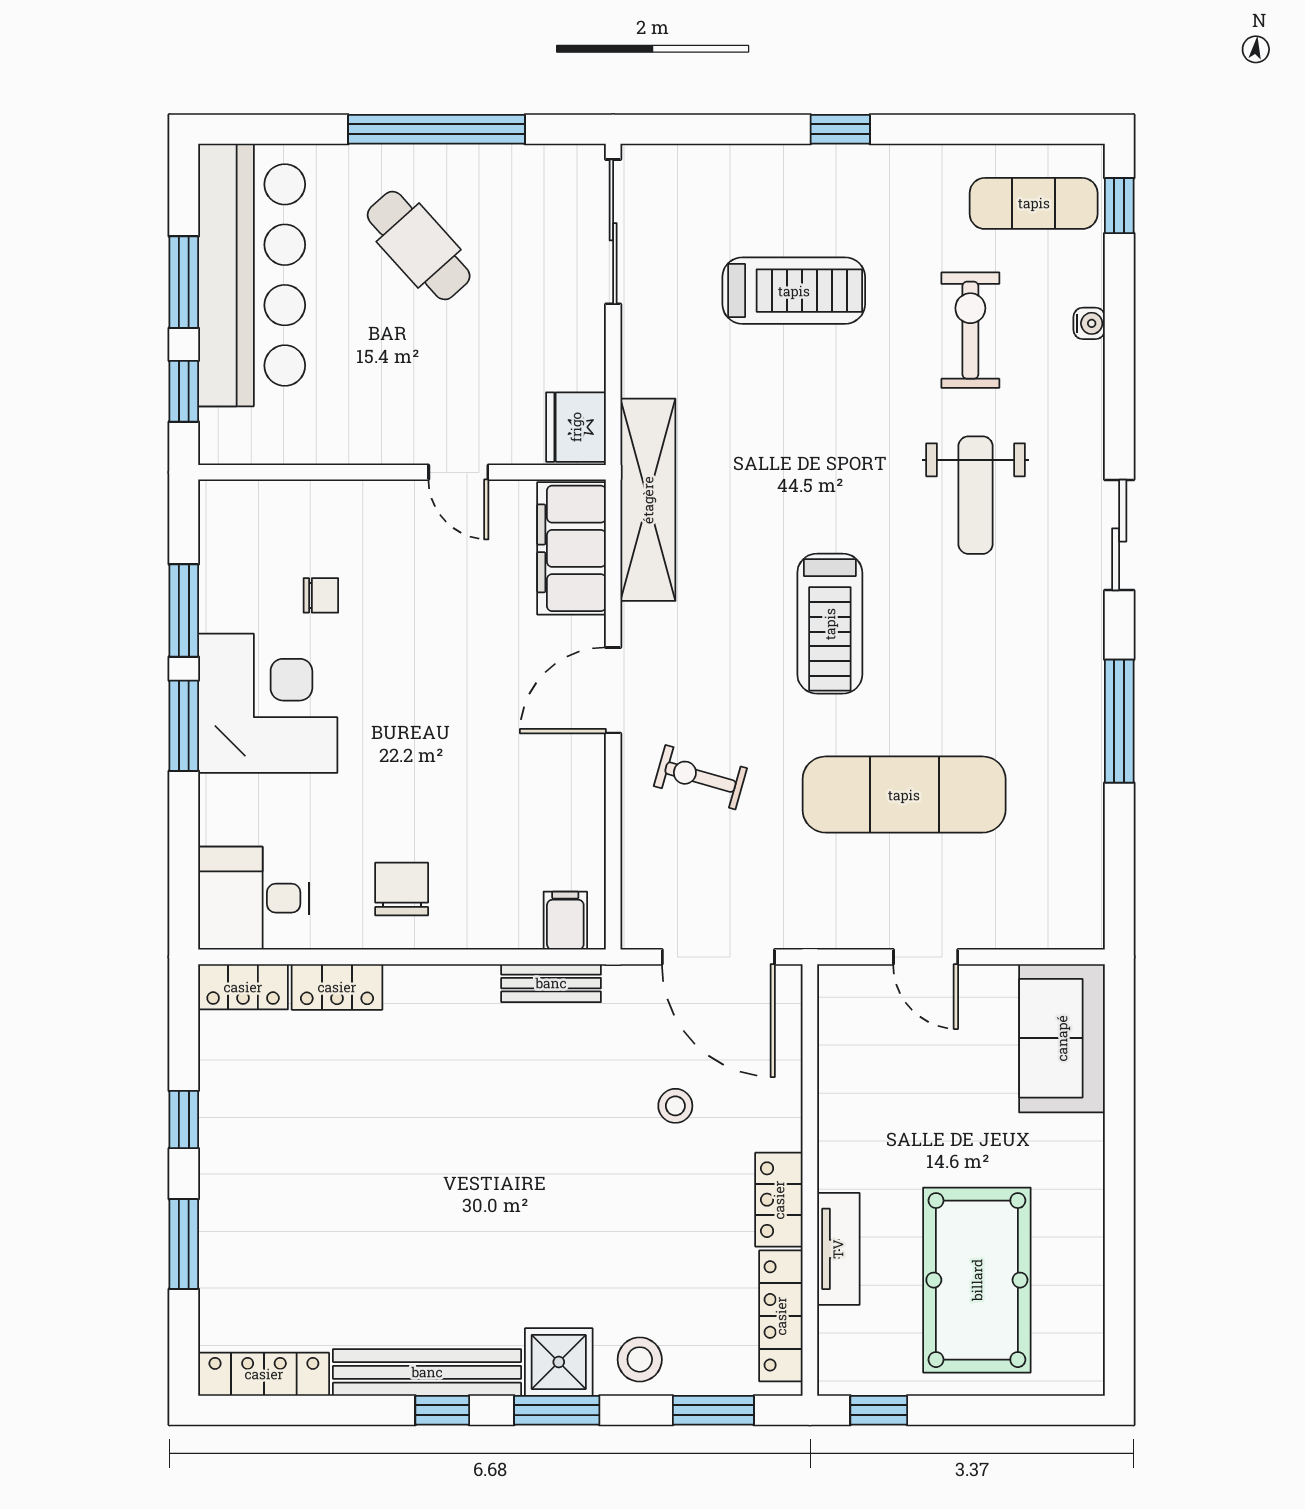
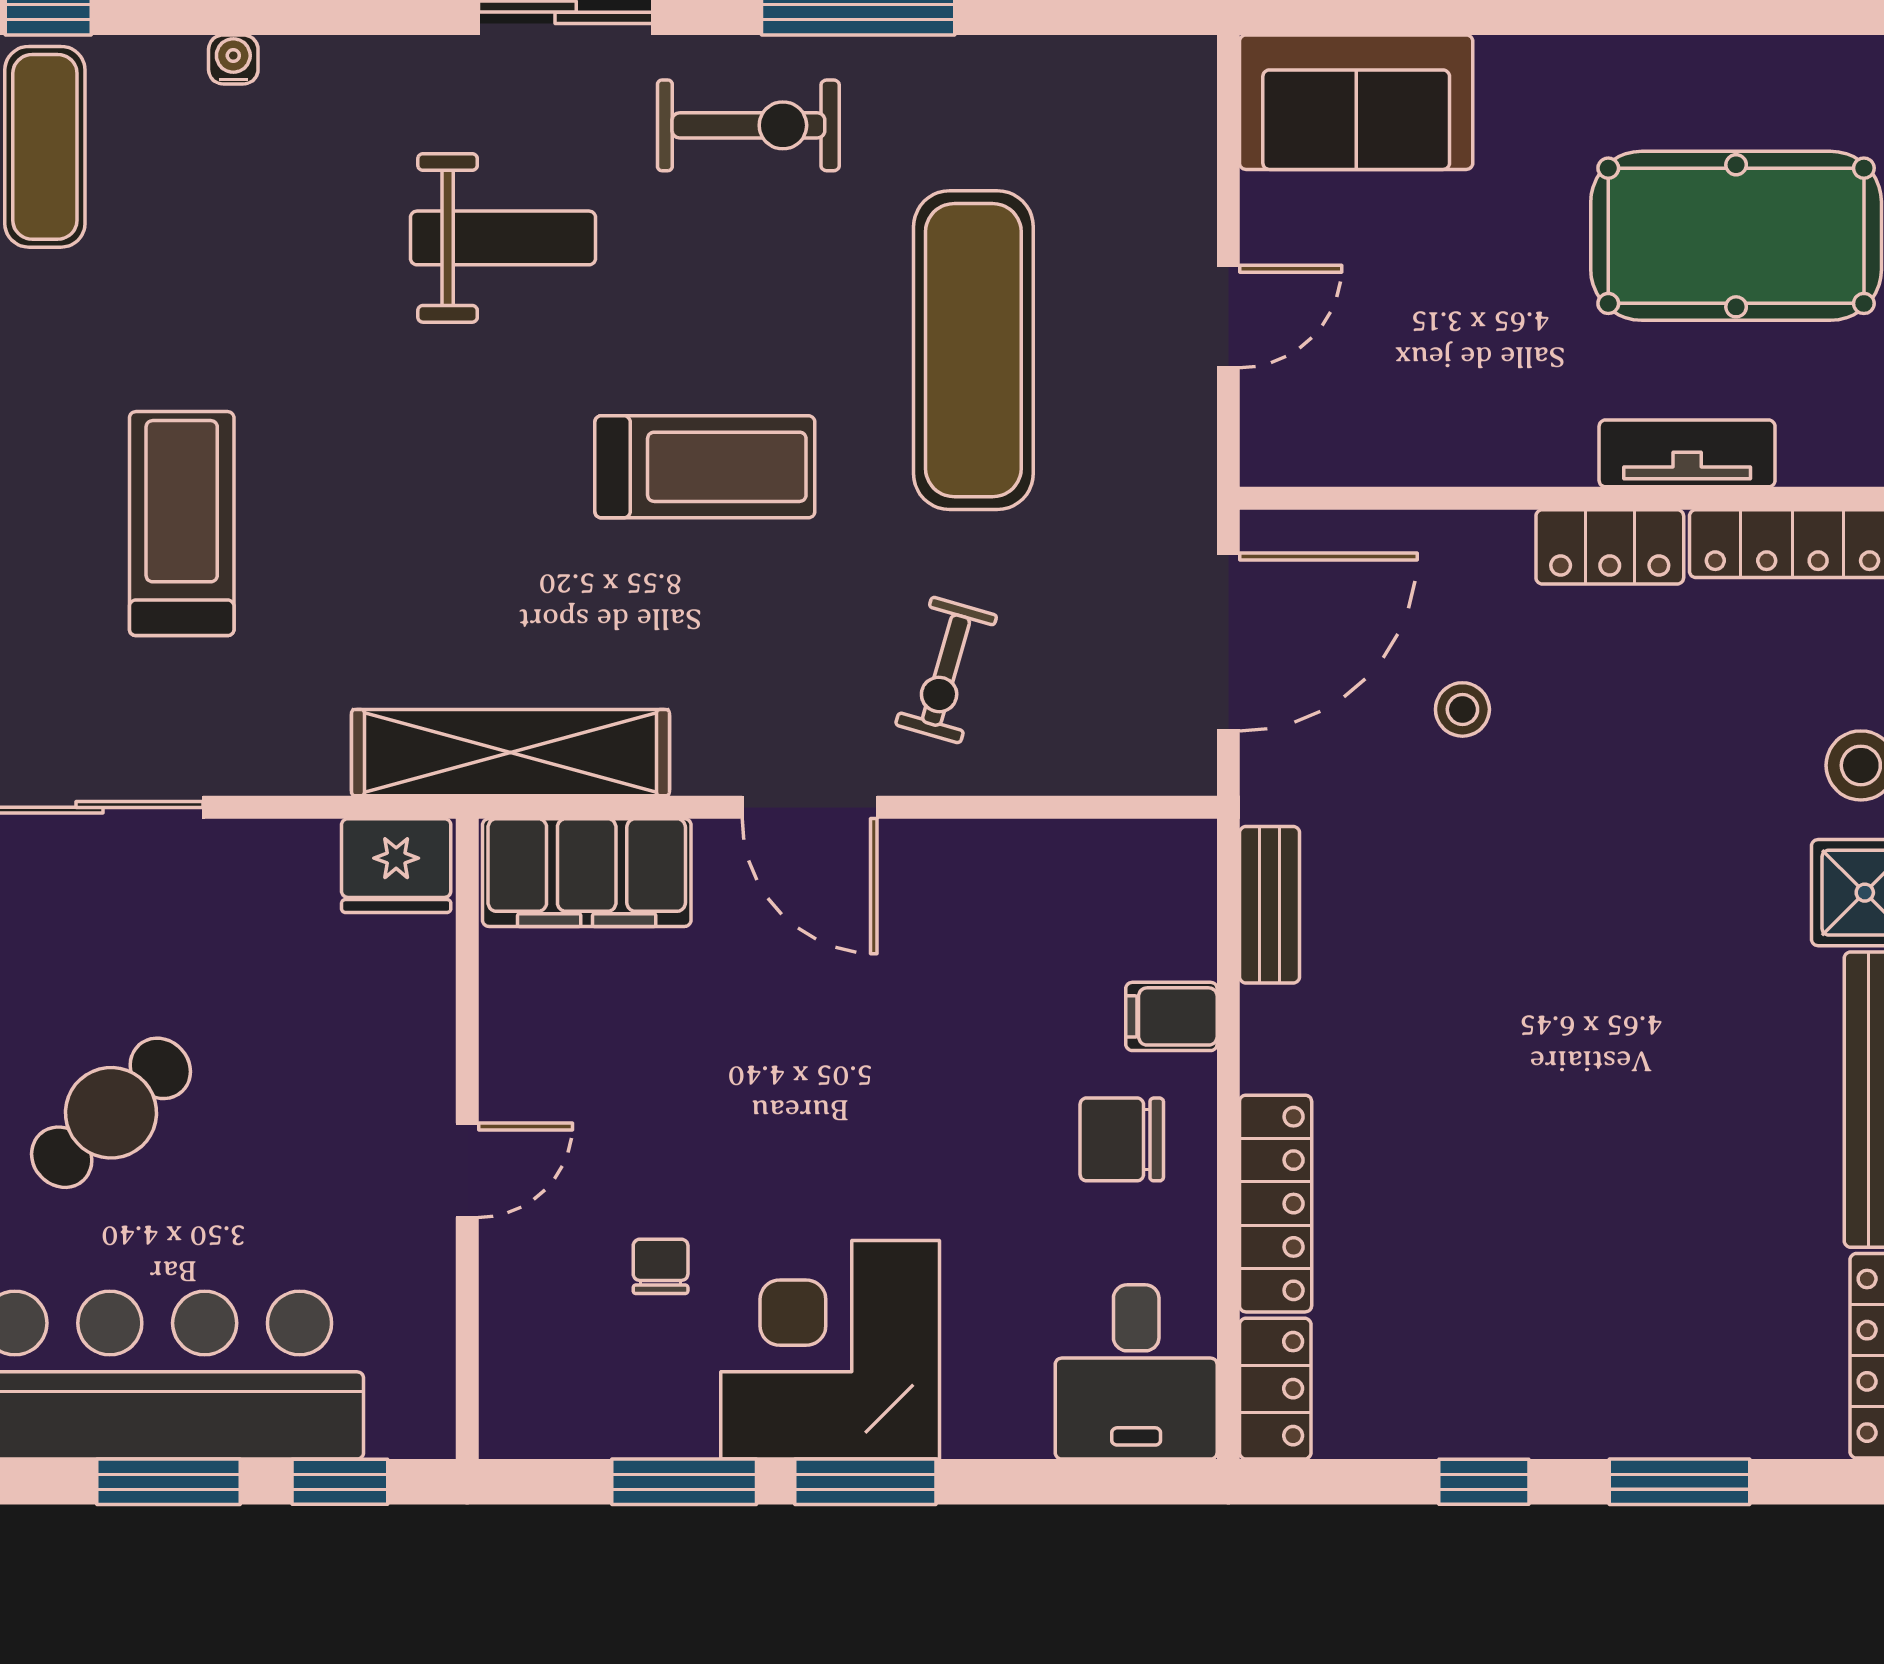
exercise bike: (970, 330) -> (748, 125), moved, turned 180
door: (458, 472) -> (467, 1170), moved
filing cabinet: (565, 921) -> (1171, 1016), moved
locker: (337, 987) -> (1276, 1204), width x1.53

